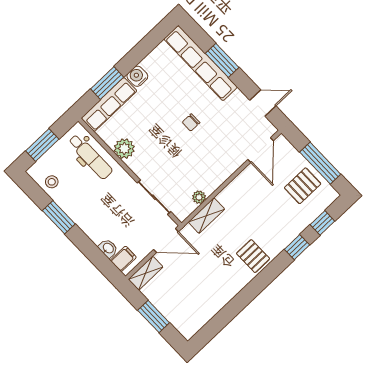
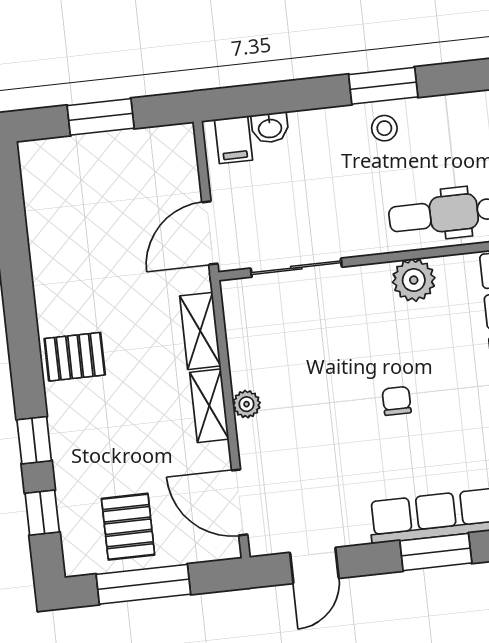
chair: (191, 122) -> (397, 401), moved
stool: (52, 182) -> (384, 128), moved
plant: (199, 197) -> (246, 404), moved
shelving: (146, 273) -> (209, 406), moved

